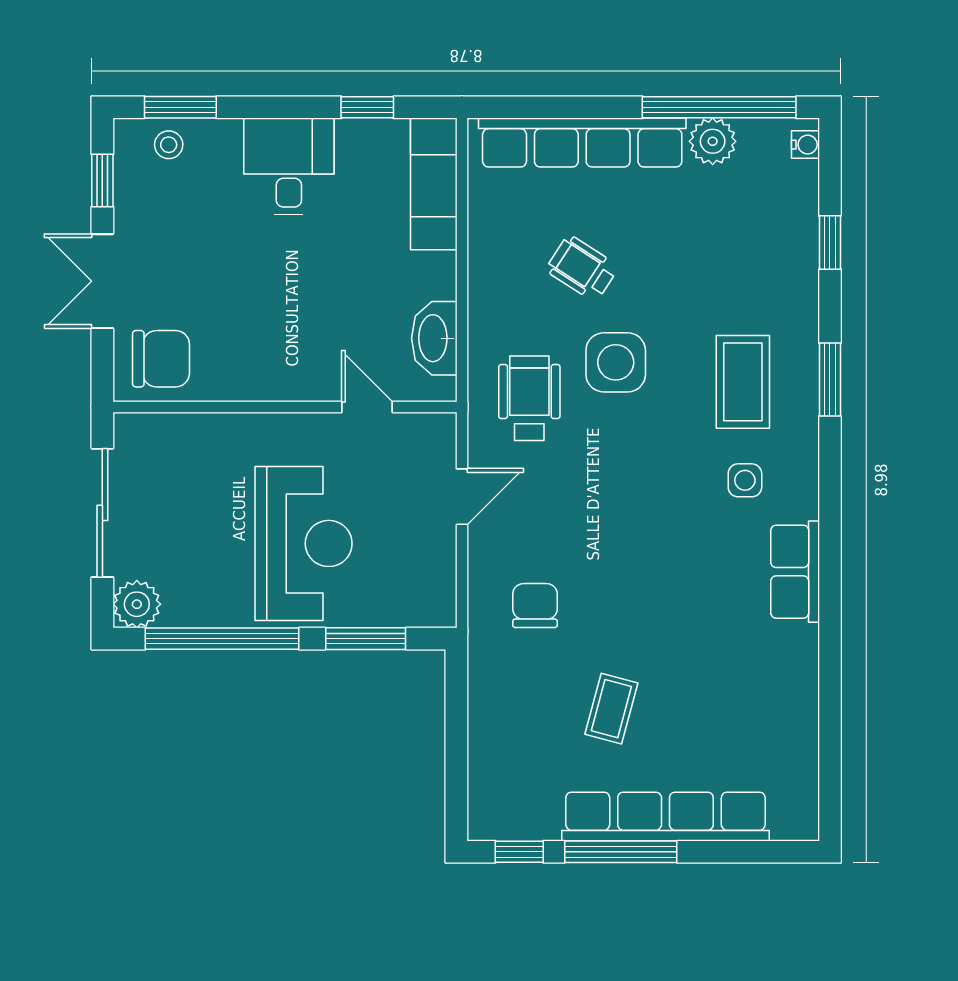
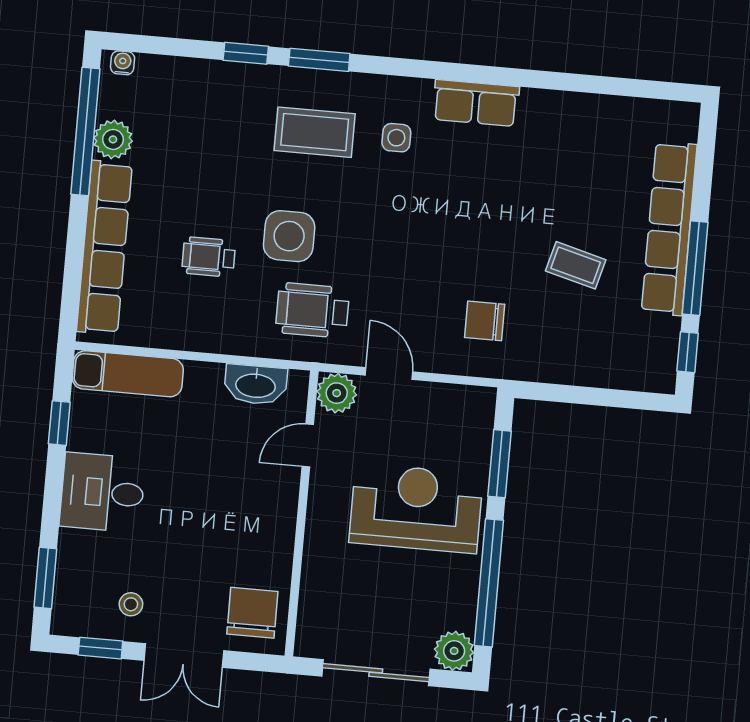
stool: (169, 145) -> (131, 604), moved
window: (830, 243) -> (246, 53), moved
wheelchair: (582, 268) -> (209, 257), turned 57
plant: (433, 436) -> (337, 393), added

